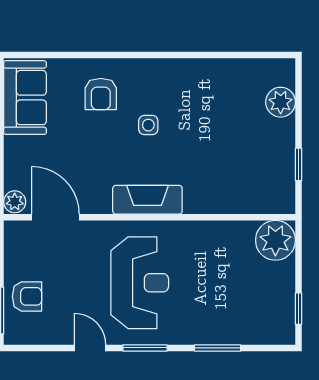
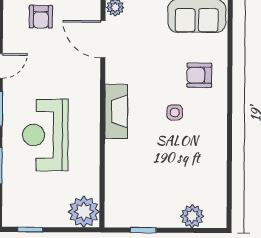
door: (55, 217) -> (103, 39), swing flipped
reception desk: (140, 283) -> (45, 135), moved, turned 90

